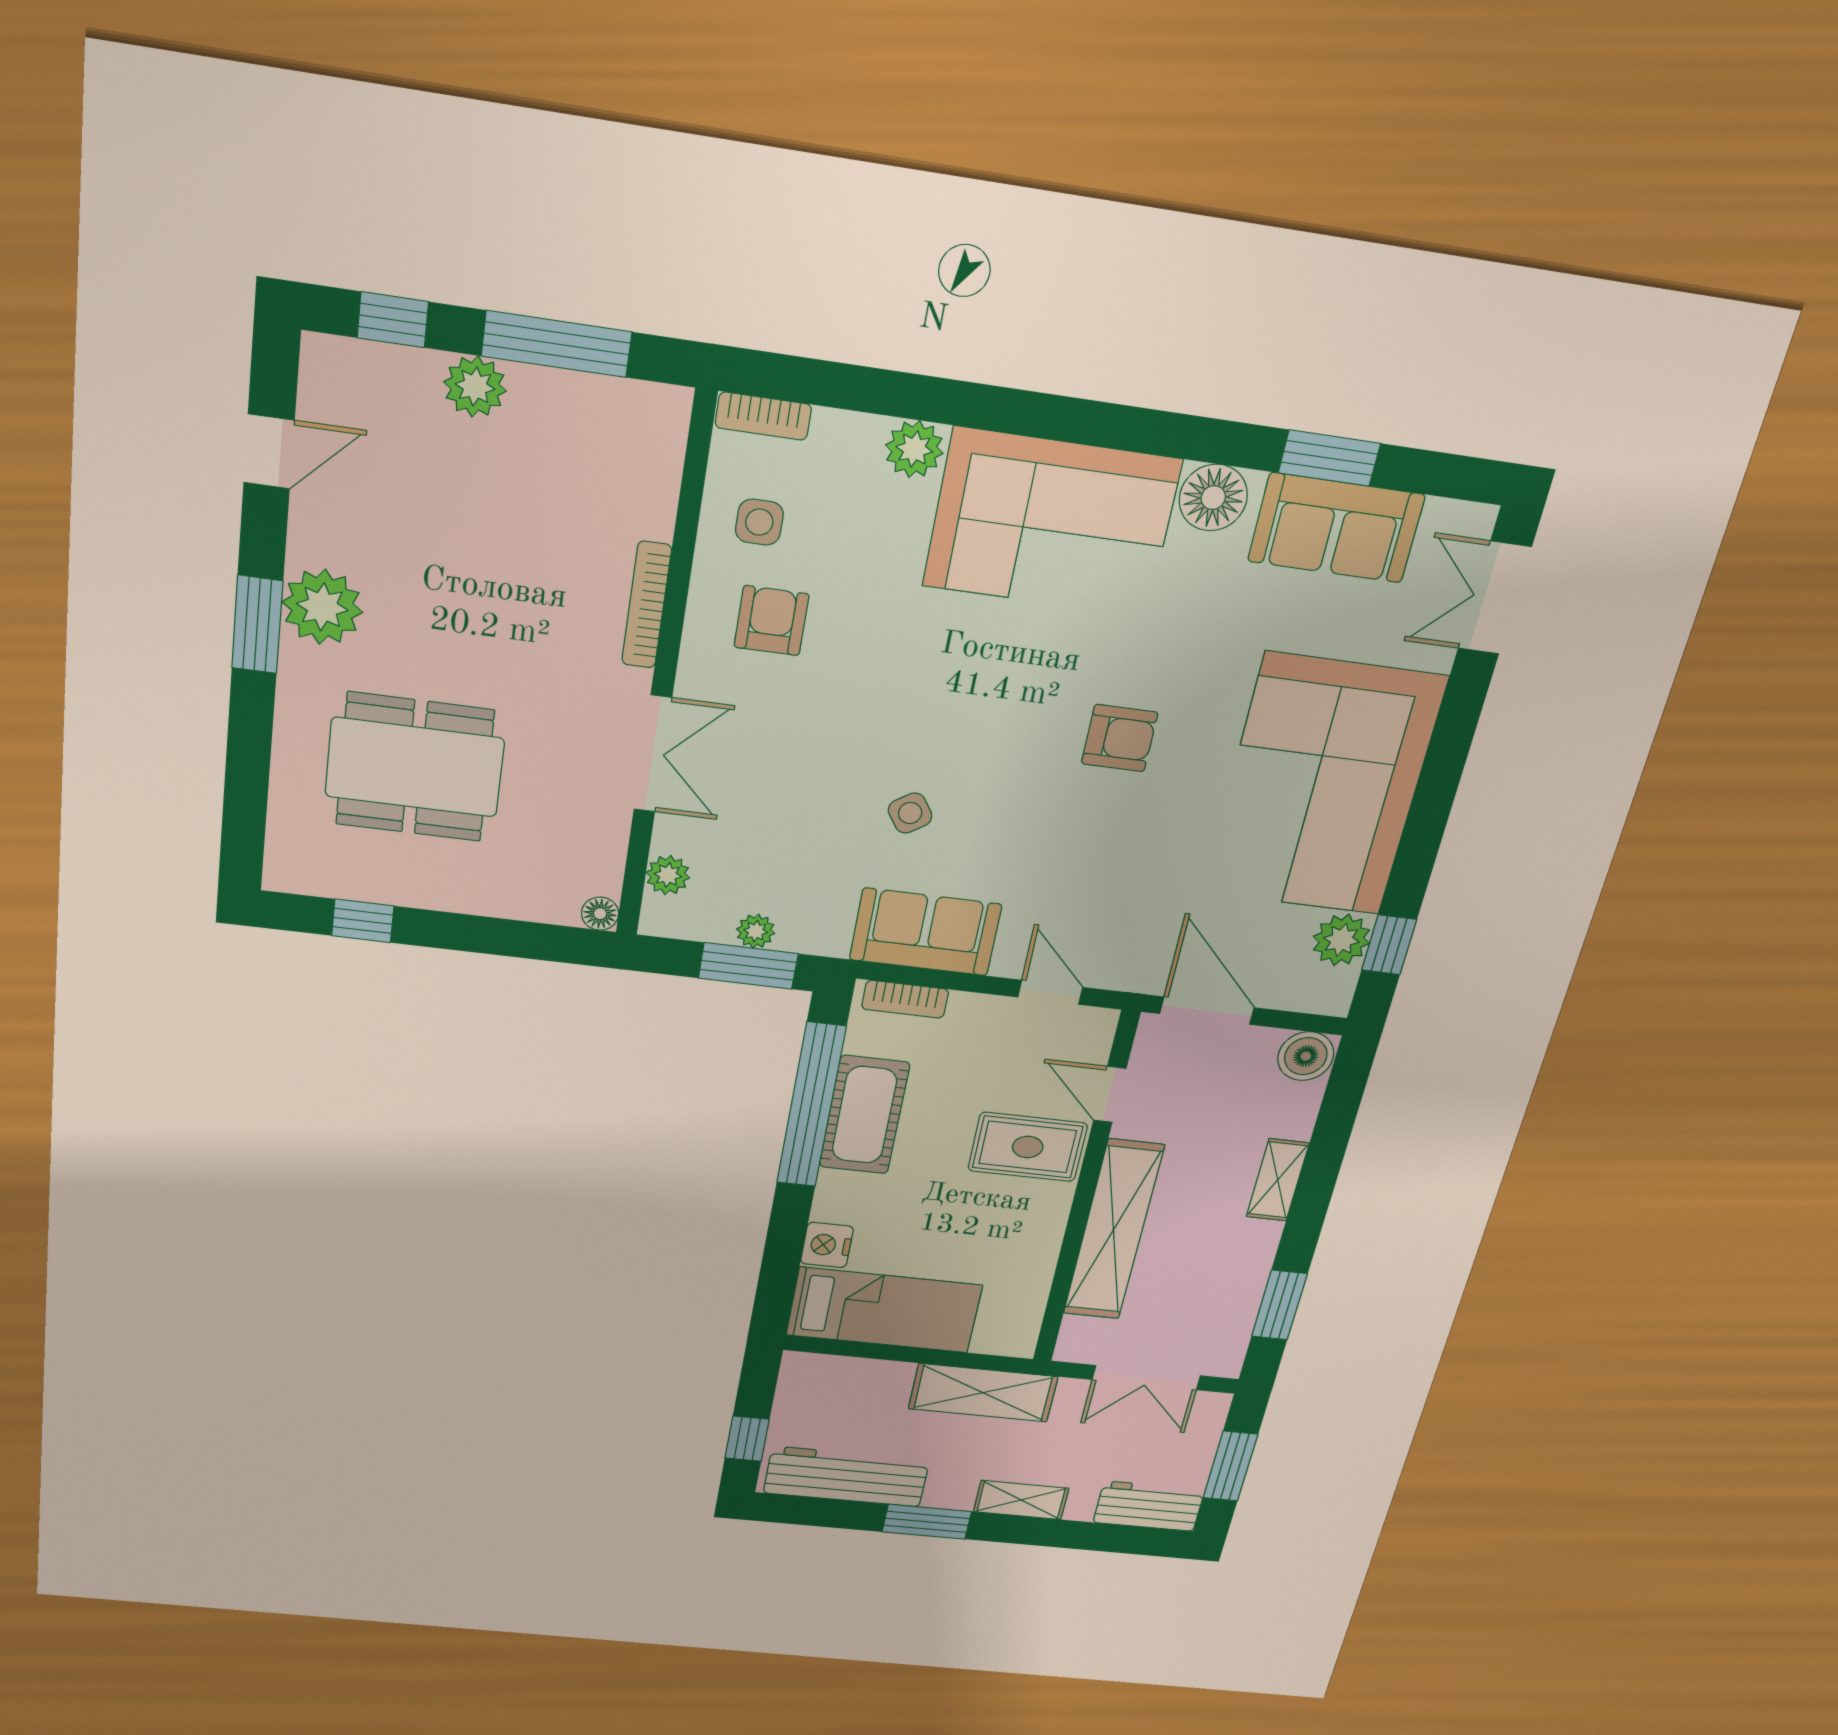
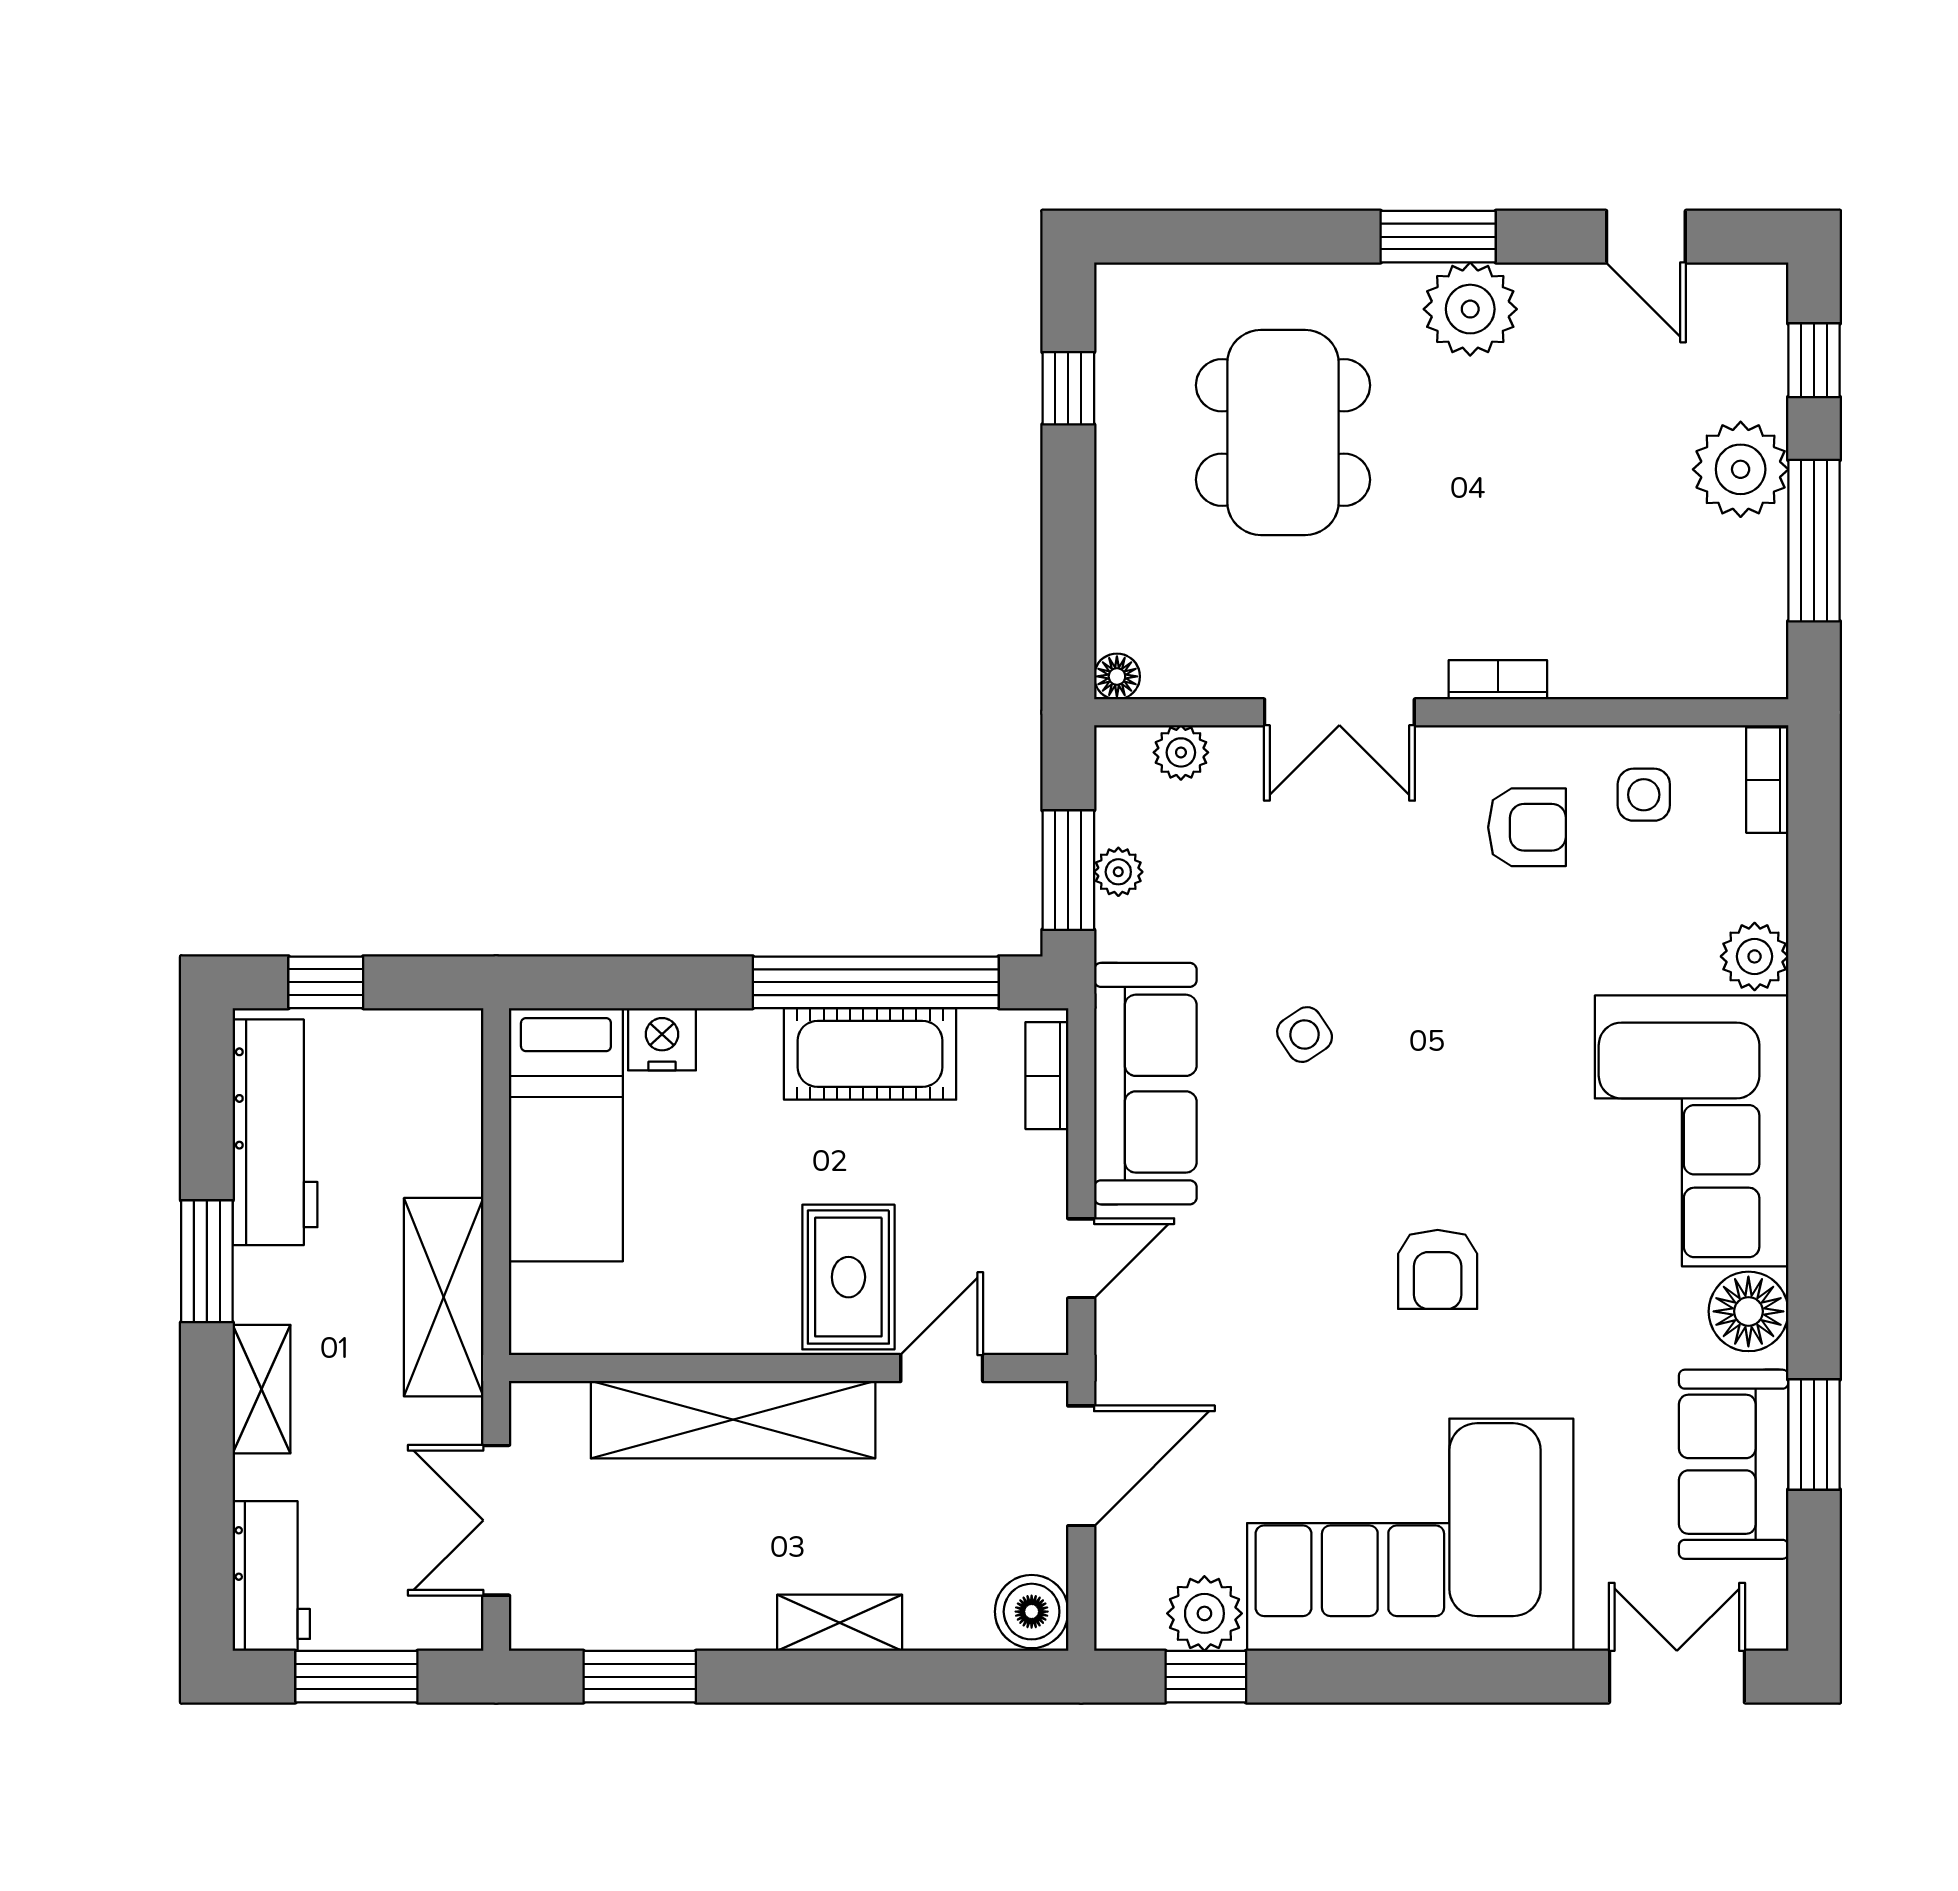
plant: (475, 386) -> (1741, 469), width x1.36, depth x1.36
bookcase: (647, 605) -> (1498, 680), width x0.64
sofa: (925, 932) -> (1145, 1084), width x1.36

